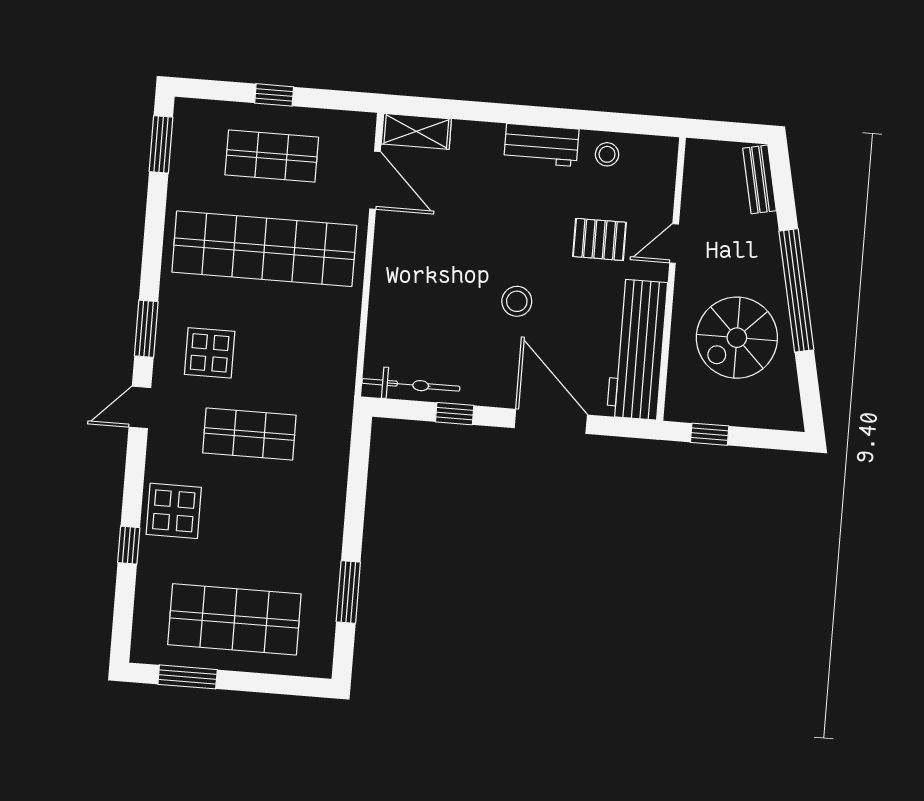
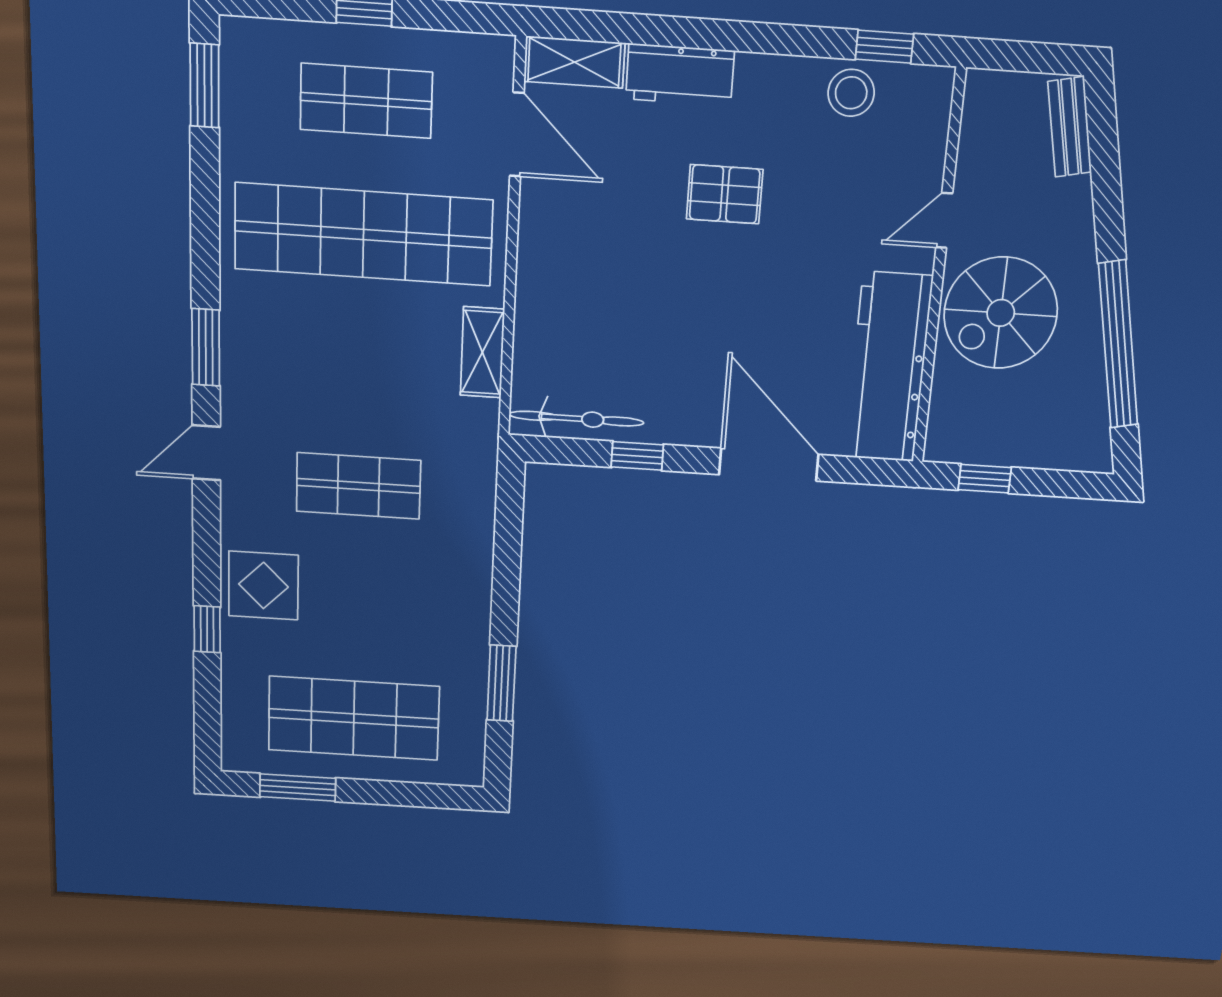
window: (629, 123) -> (884, 47), added
workbench: (541, 145) -> (680, 75), moved
stool: (607, 154) -> (851, 93), width x1.37, depth x1.37
pallet: (600, 239) -> (725, 194), moved
window: (796, 290) -> (1118, 345), moved
stool: (517, 301) -> (722, 304), removed
shelving: (345, 335) -> (482, 352), added
spiral stairs: (737, 338) -> (1001, 313), moved
display table: (210, 353) -> (296, 379), removed

